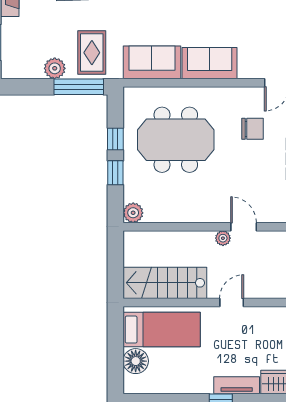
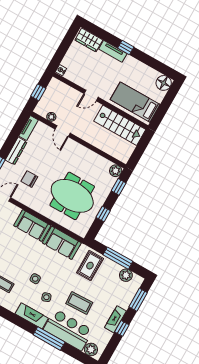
plant: (55, 68) -> (126, 275), moved
window: (79, 87) -> (118, 258), moved
window: (115, 173) -> (119, 187), moved
plant: (223, 238) -> (51, 117), moved
floor lamp: (136, 361) -> (164, 83), moved

